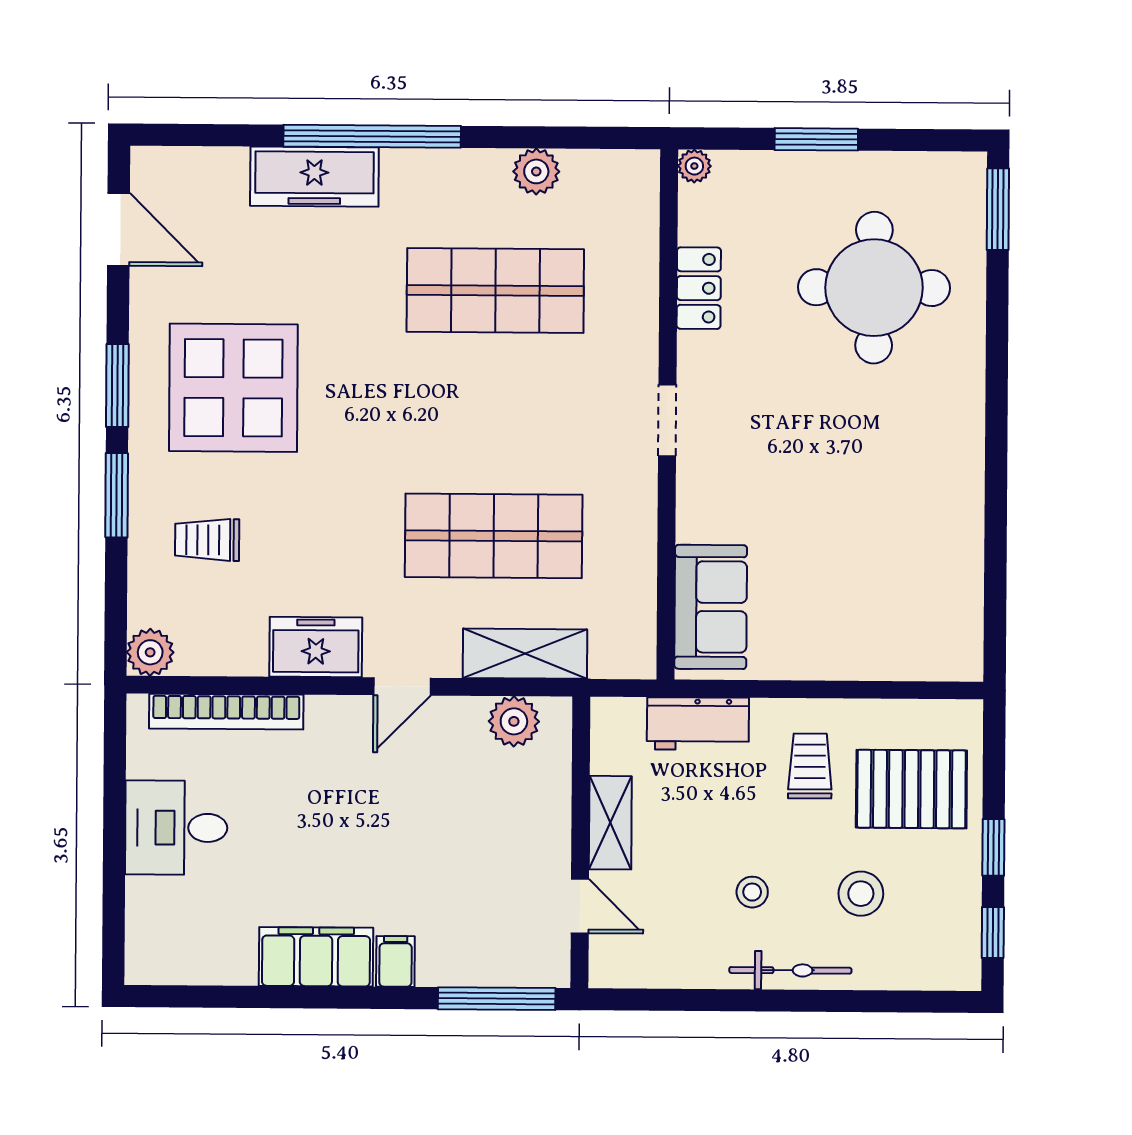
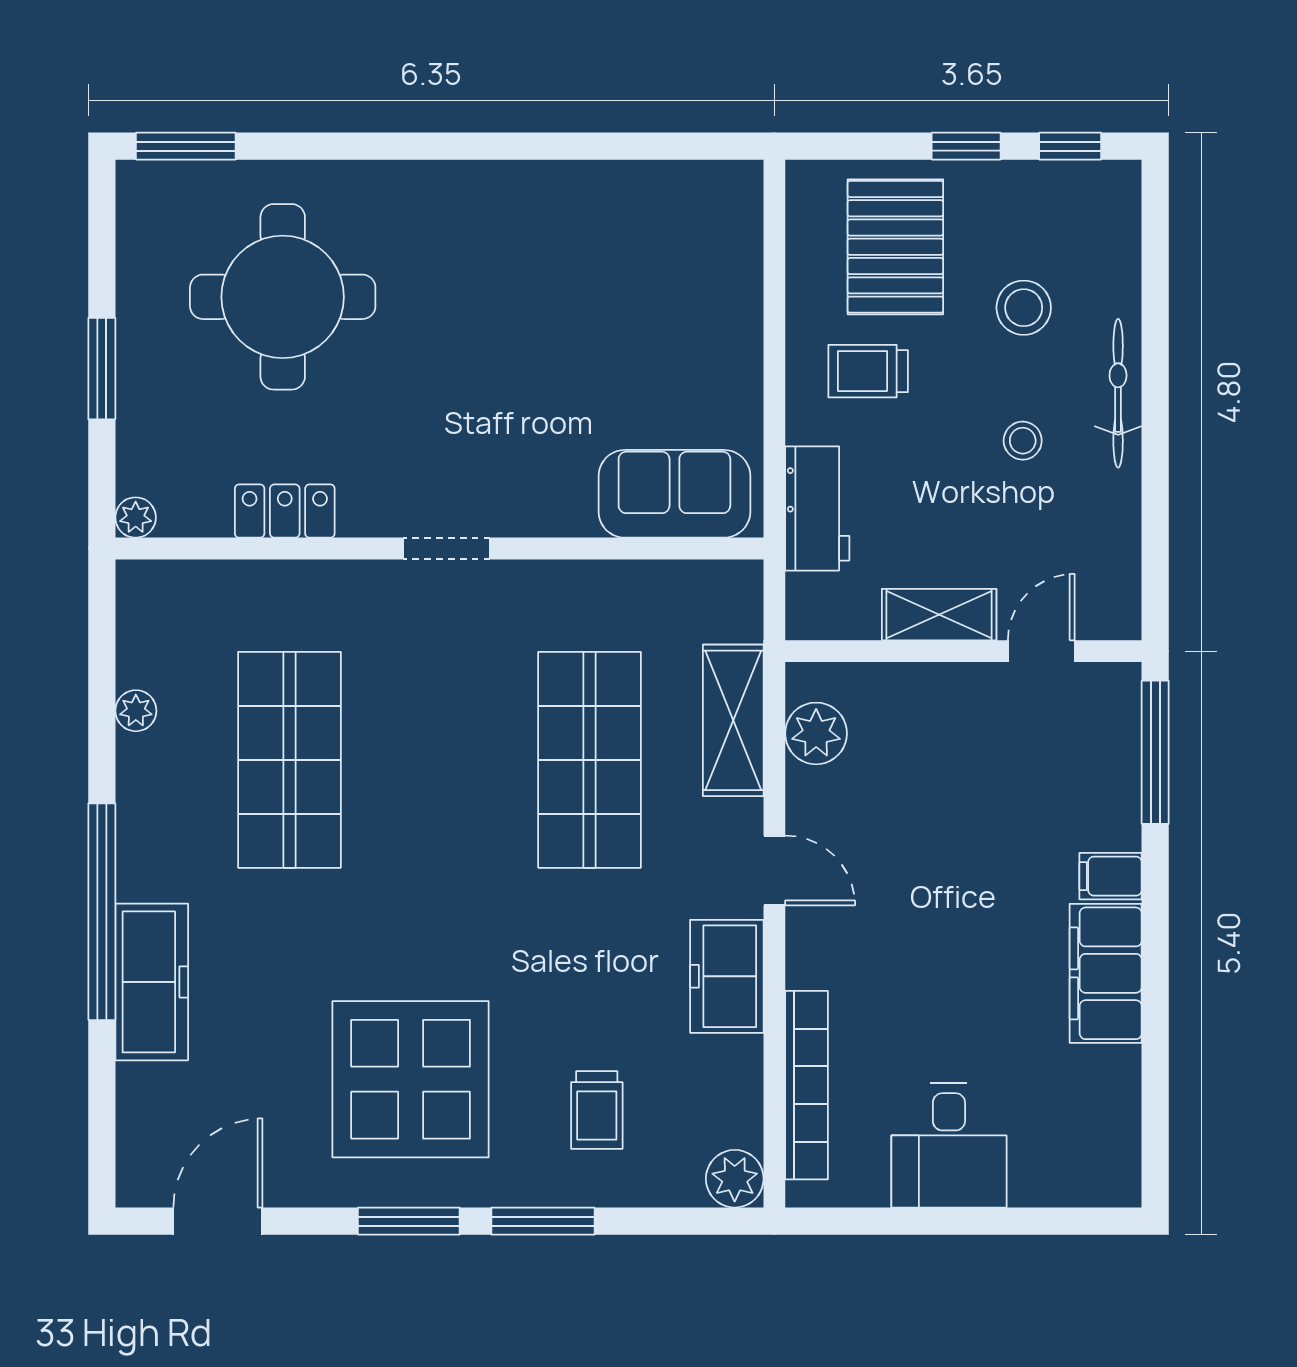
plant: (536, 171) -> (136, 711), width x0.73, depth x0.73

